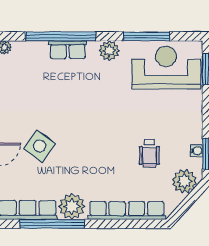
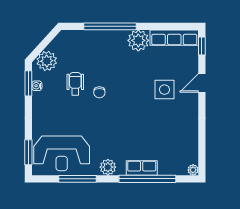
chair: (120, 143) -> (99, 92), added
side table: (40, 146) -> (164, 90), turned -36
row of seats: (127, 210) -> (94, 37), removed
window: (52, 224) -> (110, 26), moved

